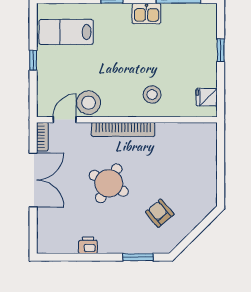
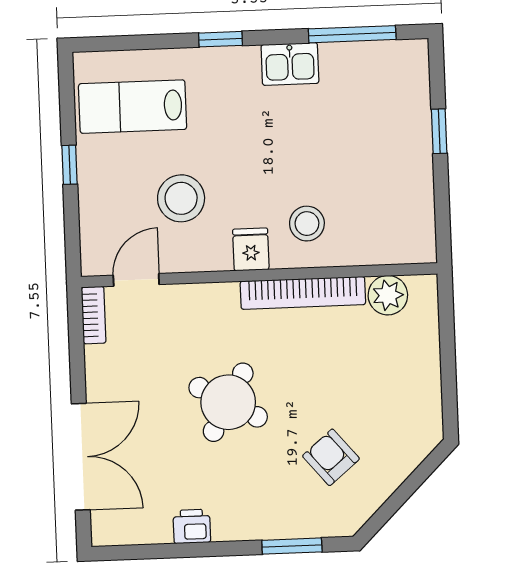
fridge: (207, 97) -> (251, 249), moved, turned 90
stool: (89, 103) -> (181, 198), moved
bookcase: (123, 129) -> (303, 293), moved
plant: (192, 132) -> (388, 295), added
double door: (33, 180) -> (81, 457), moved

